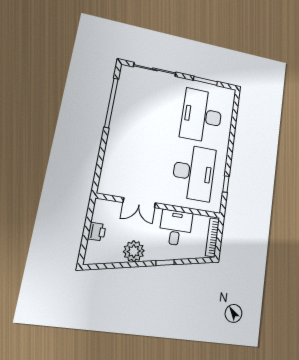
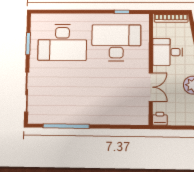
printer: (97, 232) -> (160, 119), moved

